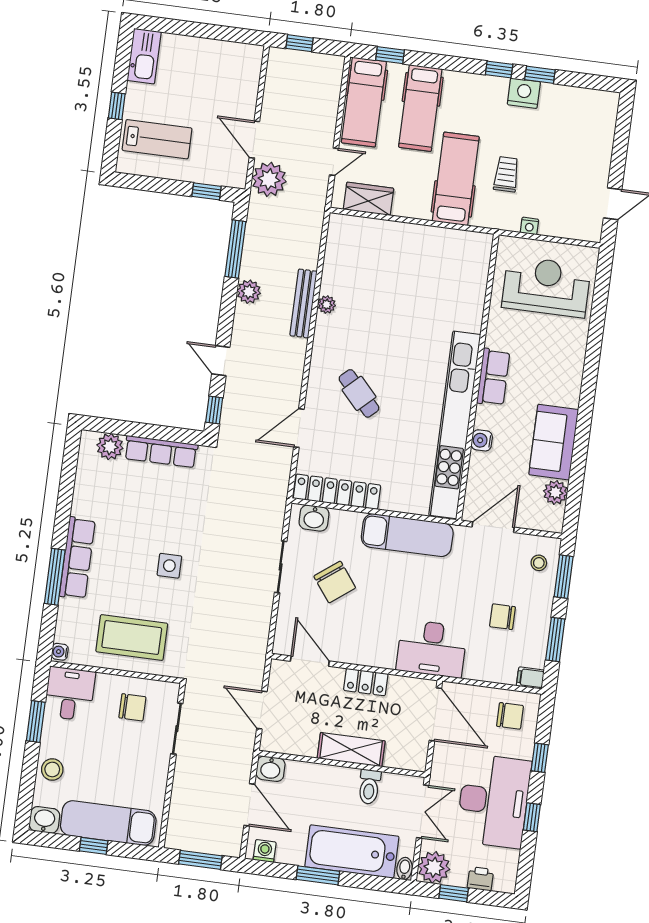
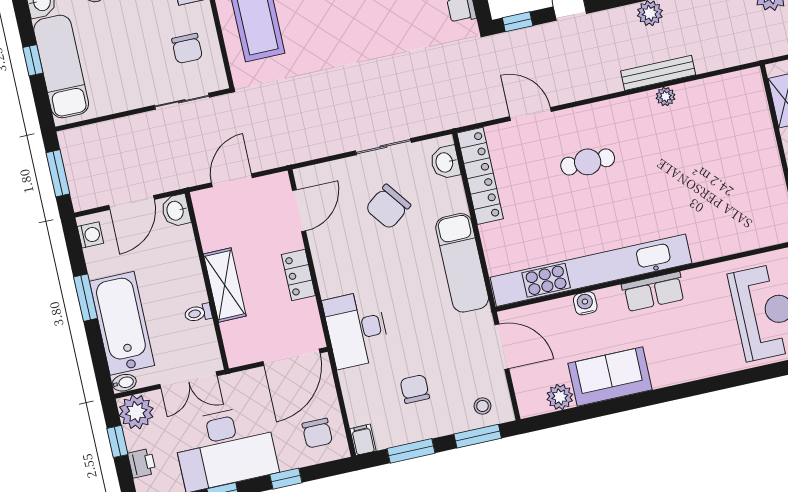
cafe table: (359, 393) -> (588, 162), turned 43
side table: (169, 566) -> (344, 34), removed
toilet: (369, 787) -> (198, 313), width x0.73, depth x0.72

